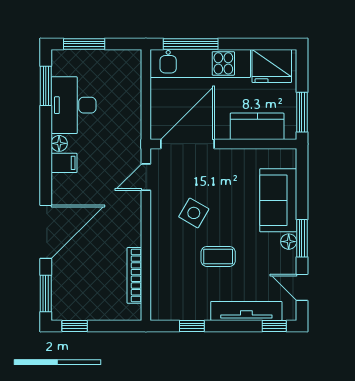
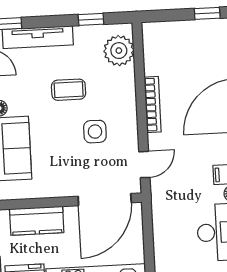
side table: (194, 213) -> (95, 132), turned -30
bookcase: (134, 275) -> (153, 105), moved
plant: (165, 293) -> (119, 51), added

